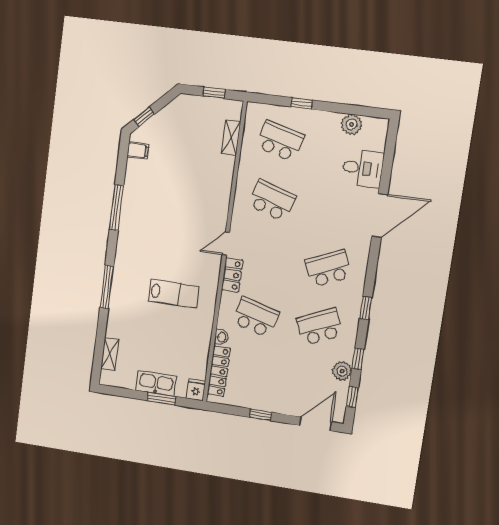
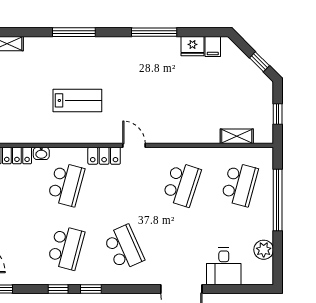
window: (302, 103) -> (278, 200), width x3.17
window: (144, 117) -> (259, 62), moved
fridge: (135, 171) -> (192, 46), added
lab bench: (174, 294) -> (77, 100), turned -90
school desk: (320, 327) -> (66, 248), turned 39
window: (358, 359) -> (58, 289), moved
plant: (342, 371) -> (26, 275), removed

